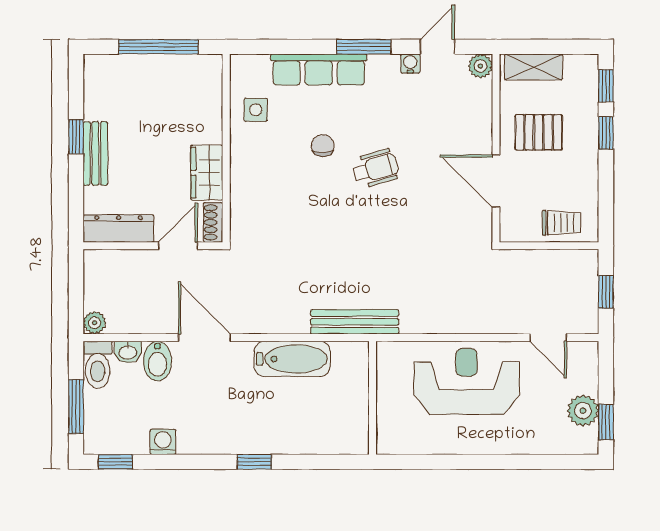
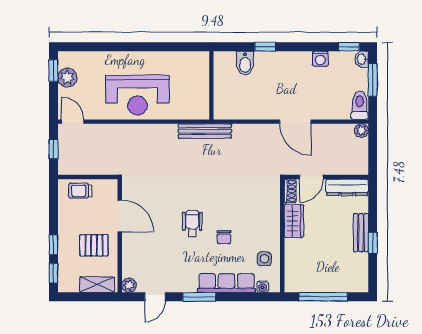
water cooler: (410, 64) -> (263, 287), moved
wheelchair: (375, 169) -> (192, 223), turned 106
door: (548, 338) -> (73, 122), moved
washbasin: (128, 352) -> (362, 59), moved, turned -90
bathtub: (292, 359) -> (242, 109), removed
bidet: (157, 361) -> (245, 63), moved, turned 180
wall: (373, 398) -> (211, 85), moved

